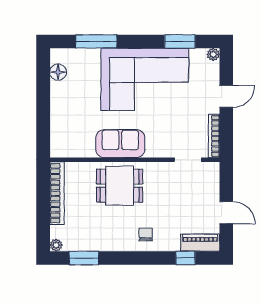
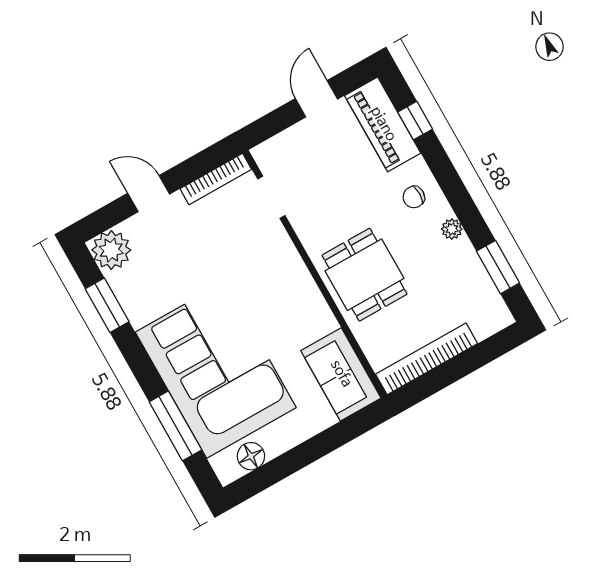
plant: (213, 54) -> (111, 250), width x1.87, depth x1.87
corner sofa: (145, 79) -> (216, 370), moved
sofa: (120, 144) -> (341, 374), moved
piano: (200, 243) -> (383, 124), width x1.37, depth x1.33
plant: (56, 245) -> (452, 229), moved

